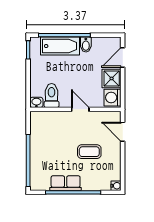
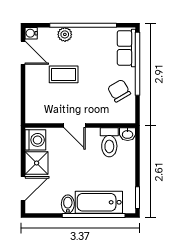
door: (123, 132) -> (23, 53), moved
chair: (43, 138) -> (119, 91), added
row of seats: (66, 183) -> (126, 48), moved, turned 90
plant: (88, 185) -> (65, 34), added

